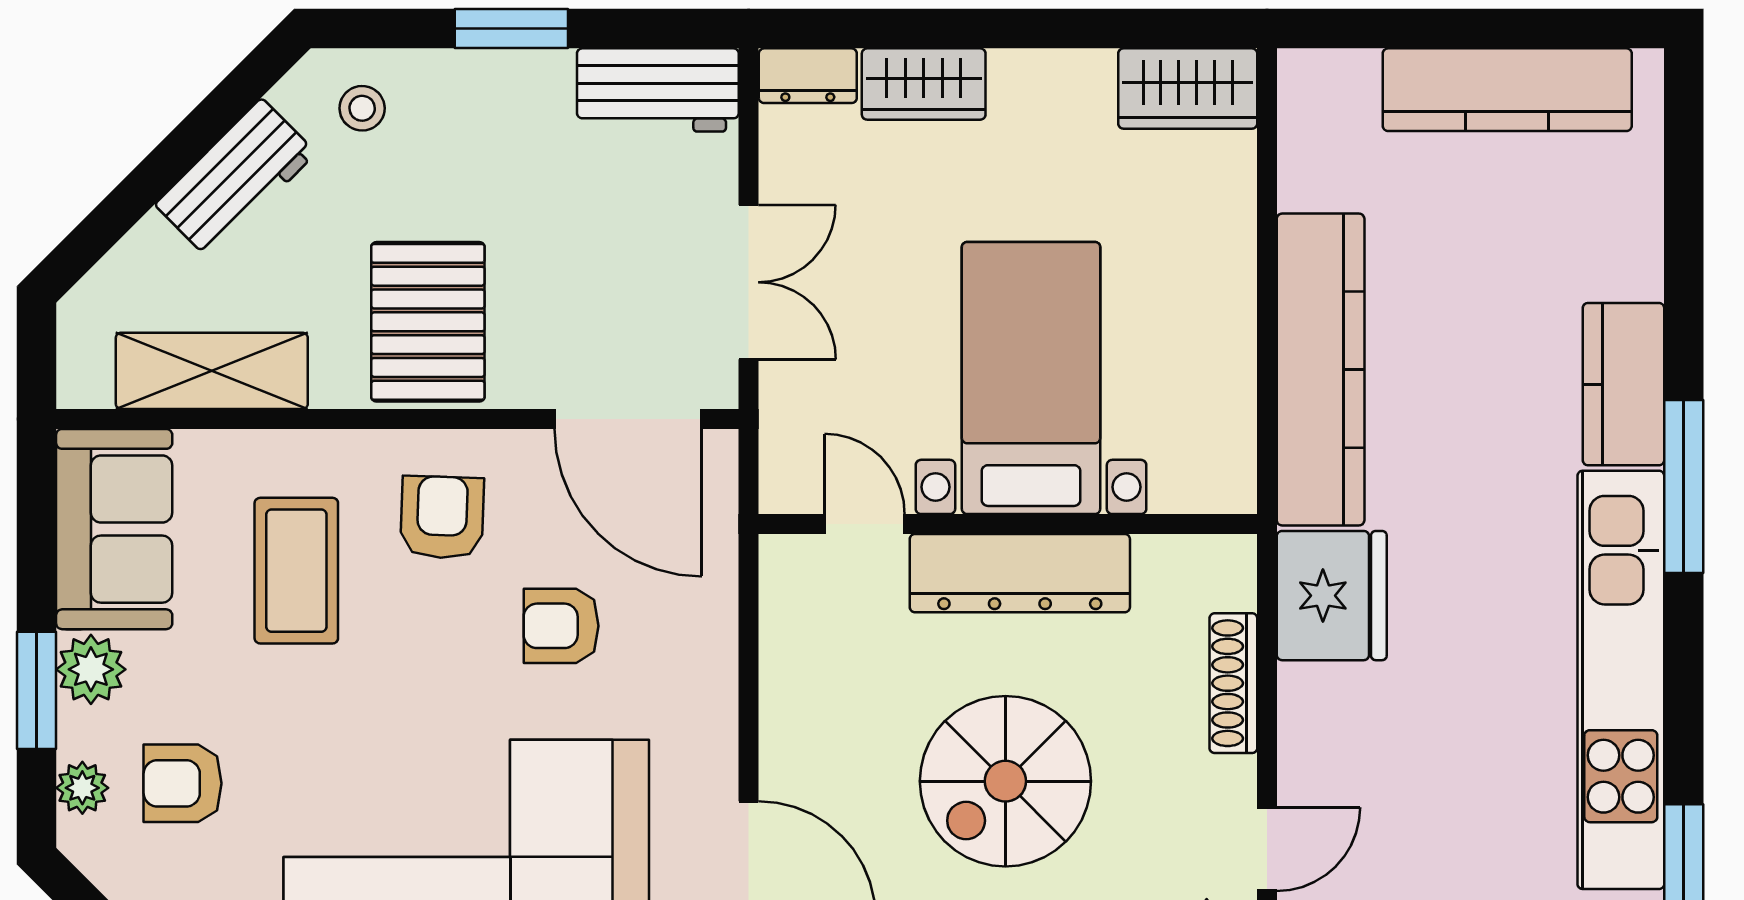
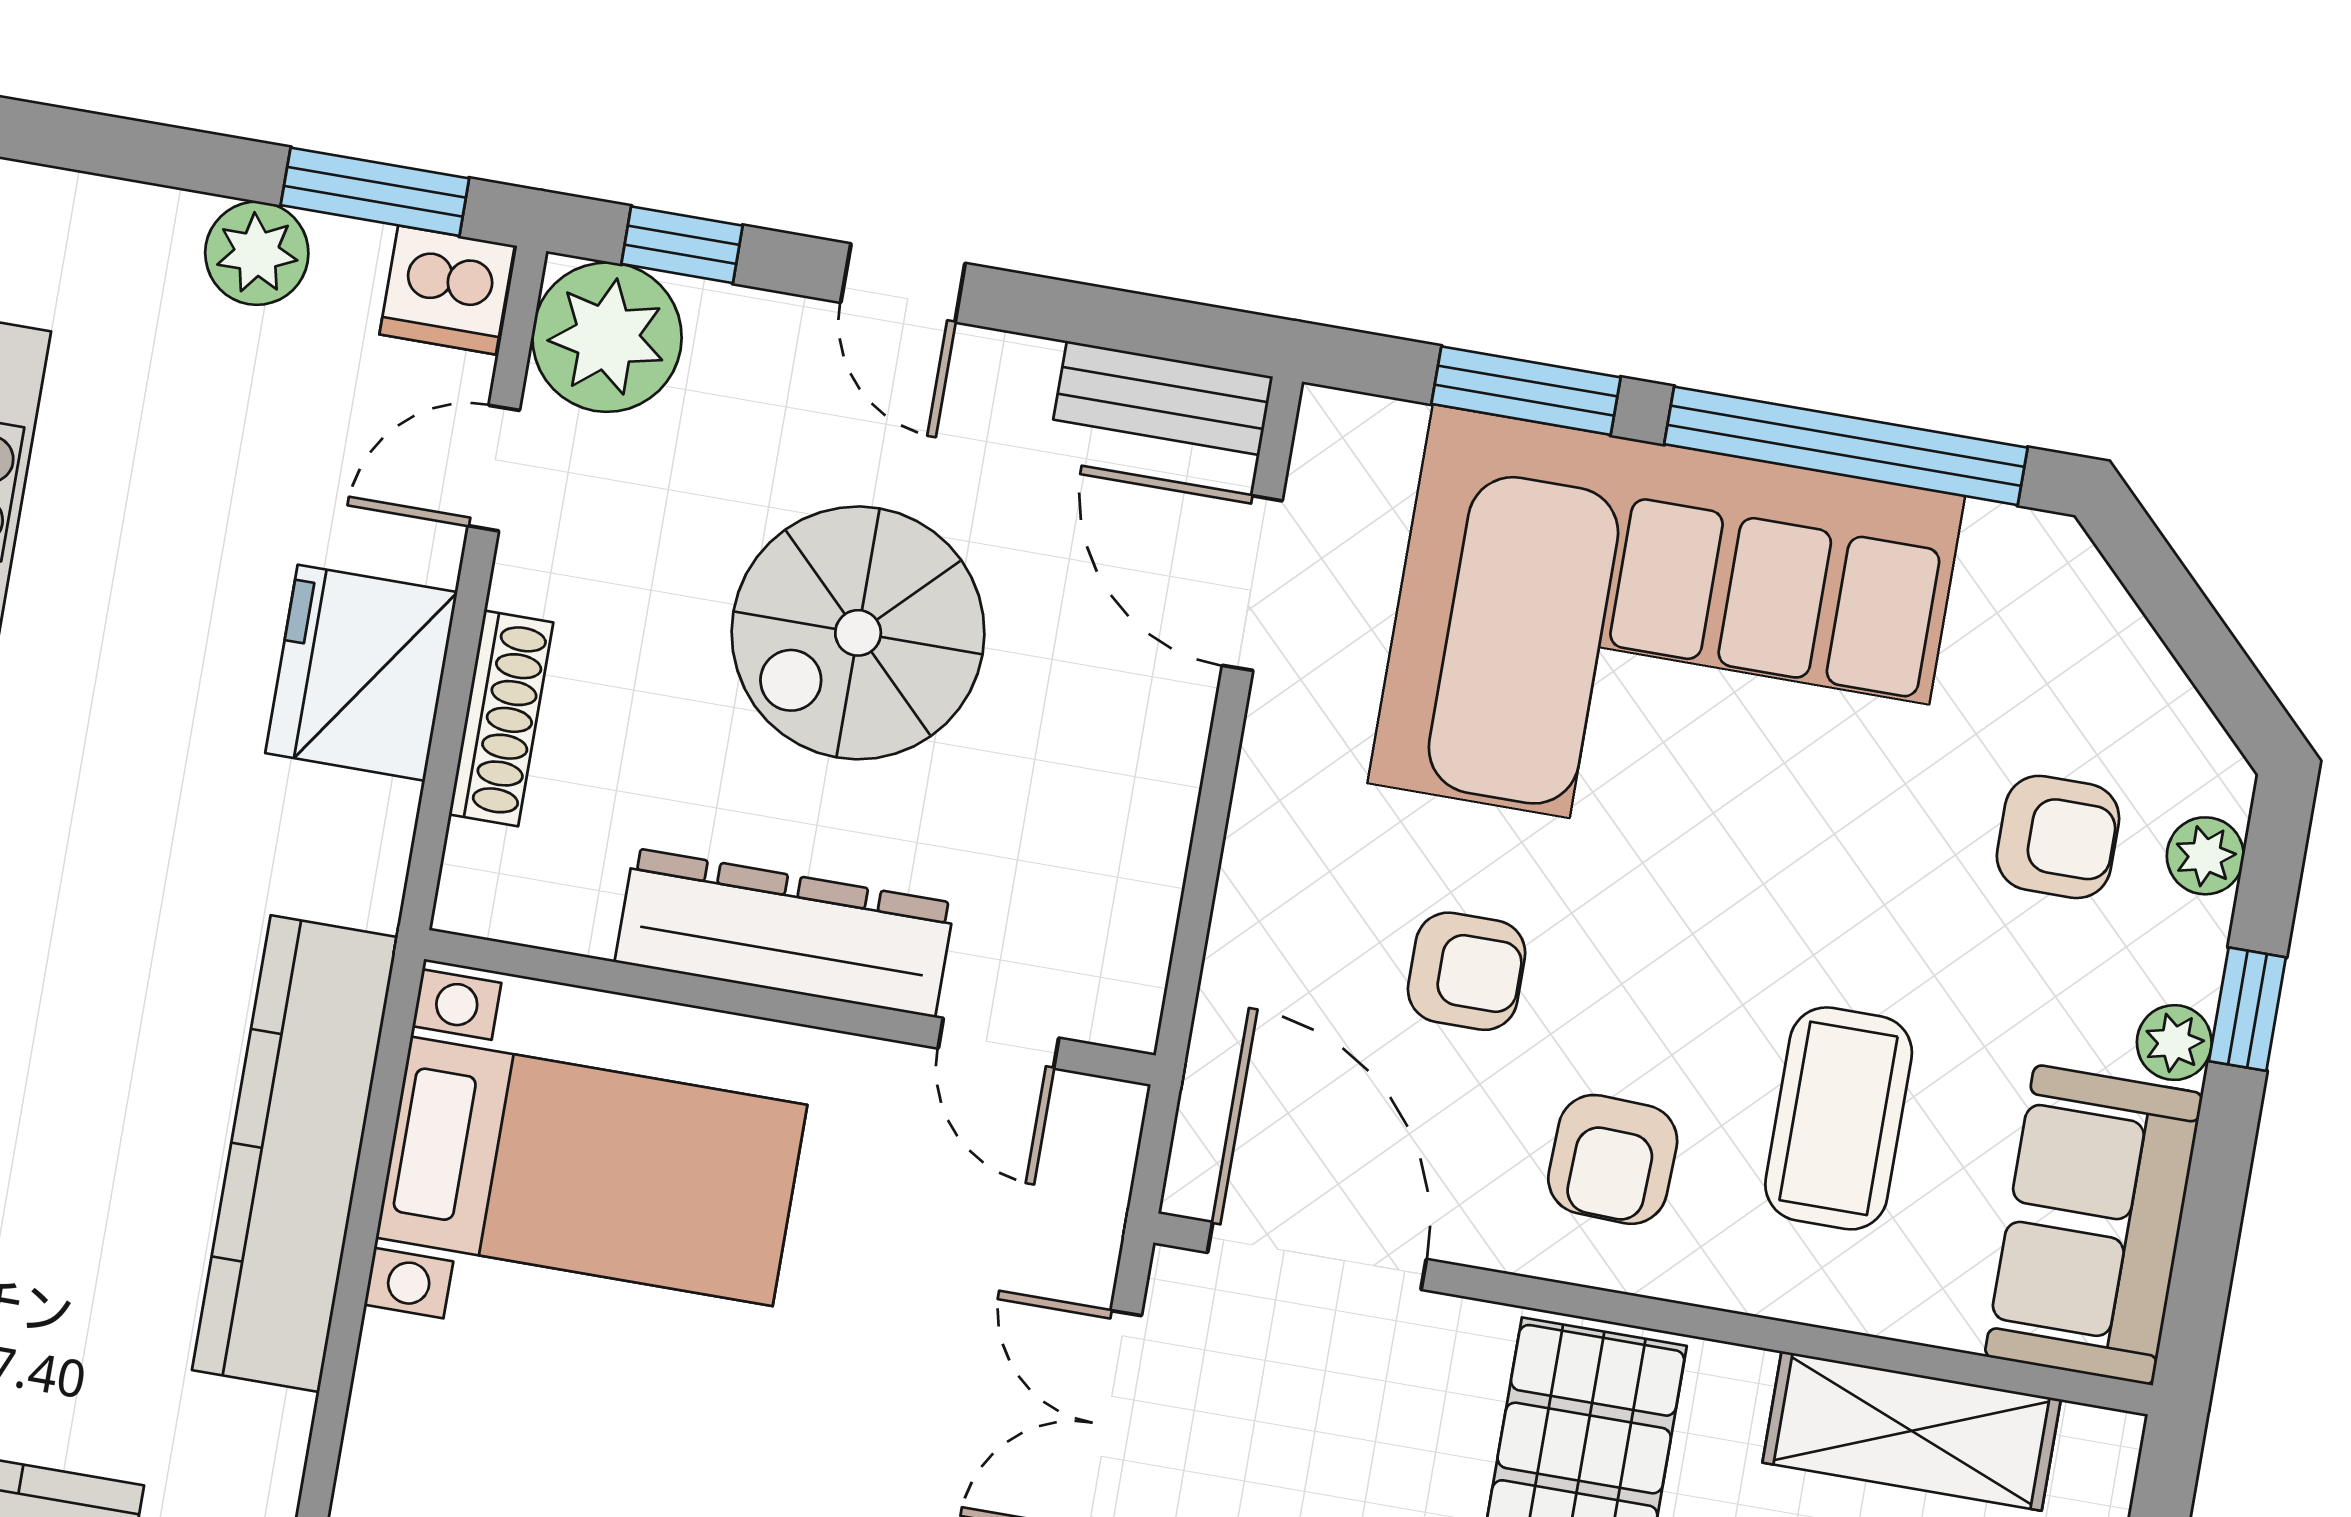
bed with nightstands: (1031, 378) -> (592, 1171), moved, turned -90
fridge: (1332, 596) -> (361, 673), moved
plant: (91, 669) -> (2174, 1043), width x0.73, depth x0.73
window: (37, 690) -> (2247, 1009), width x0.67
spiral stairs: (1005, 781) -> (858, 633), turned 180

